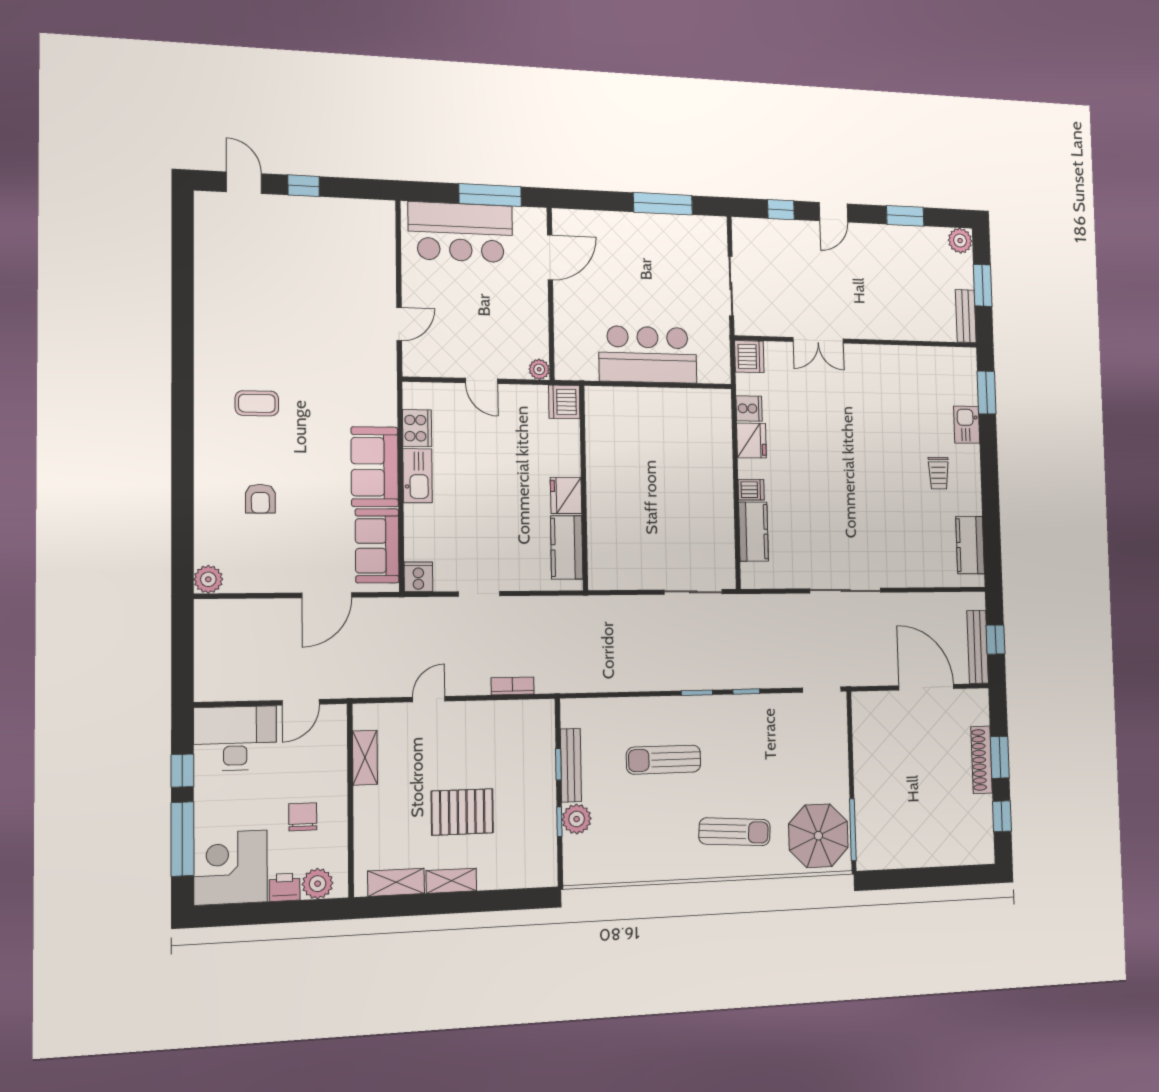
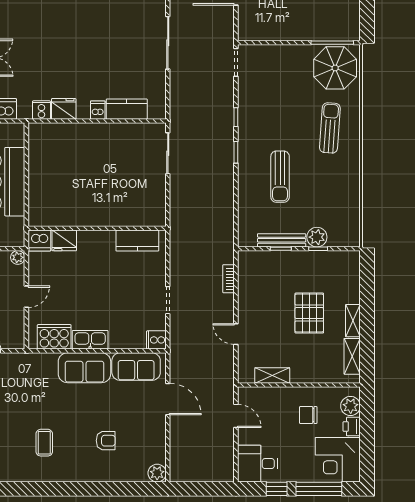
cooker: (417, 428) -> (54, 337), width x1.37, depth x1.31
fridge: (566, 495) -> (64, 240), moved
desk: (235, 738) -> (258, 464), width x0.73

